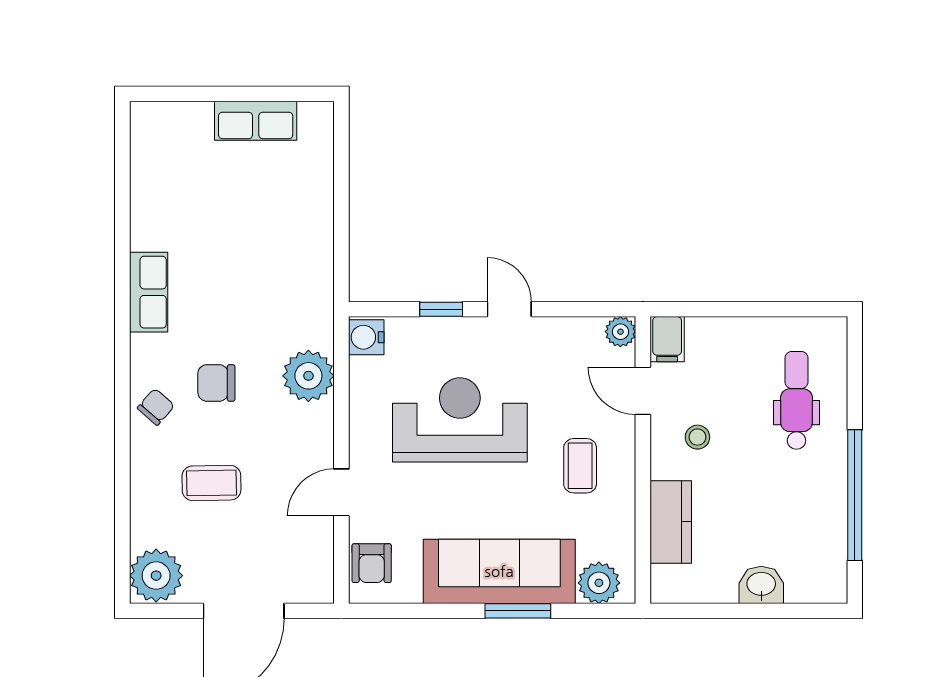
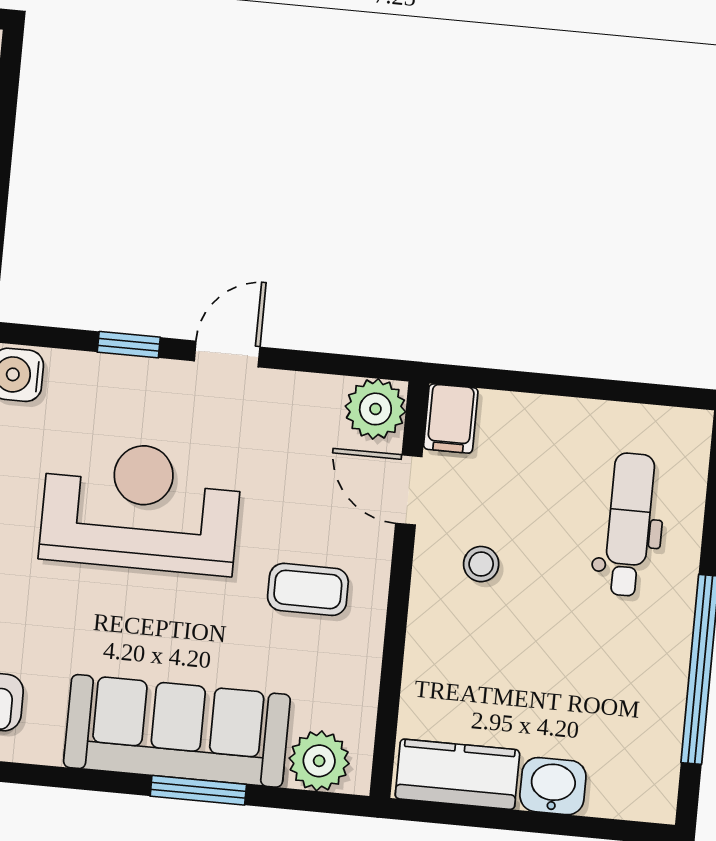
door: (509, 309) -> (227, 354), hinge flipped
plant: (620, 332) -> (375, 409), width x1.38, depth x1.38
coffee table: (580, 466) -> (308, 589), turned 90
kitchen counter: (671, 522) -> (457, 774), moved, turned -90

